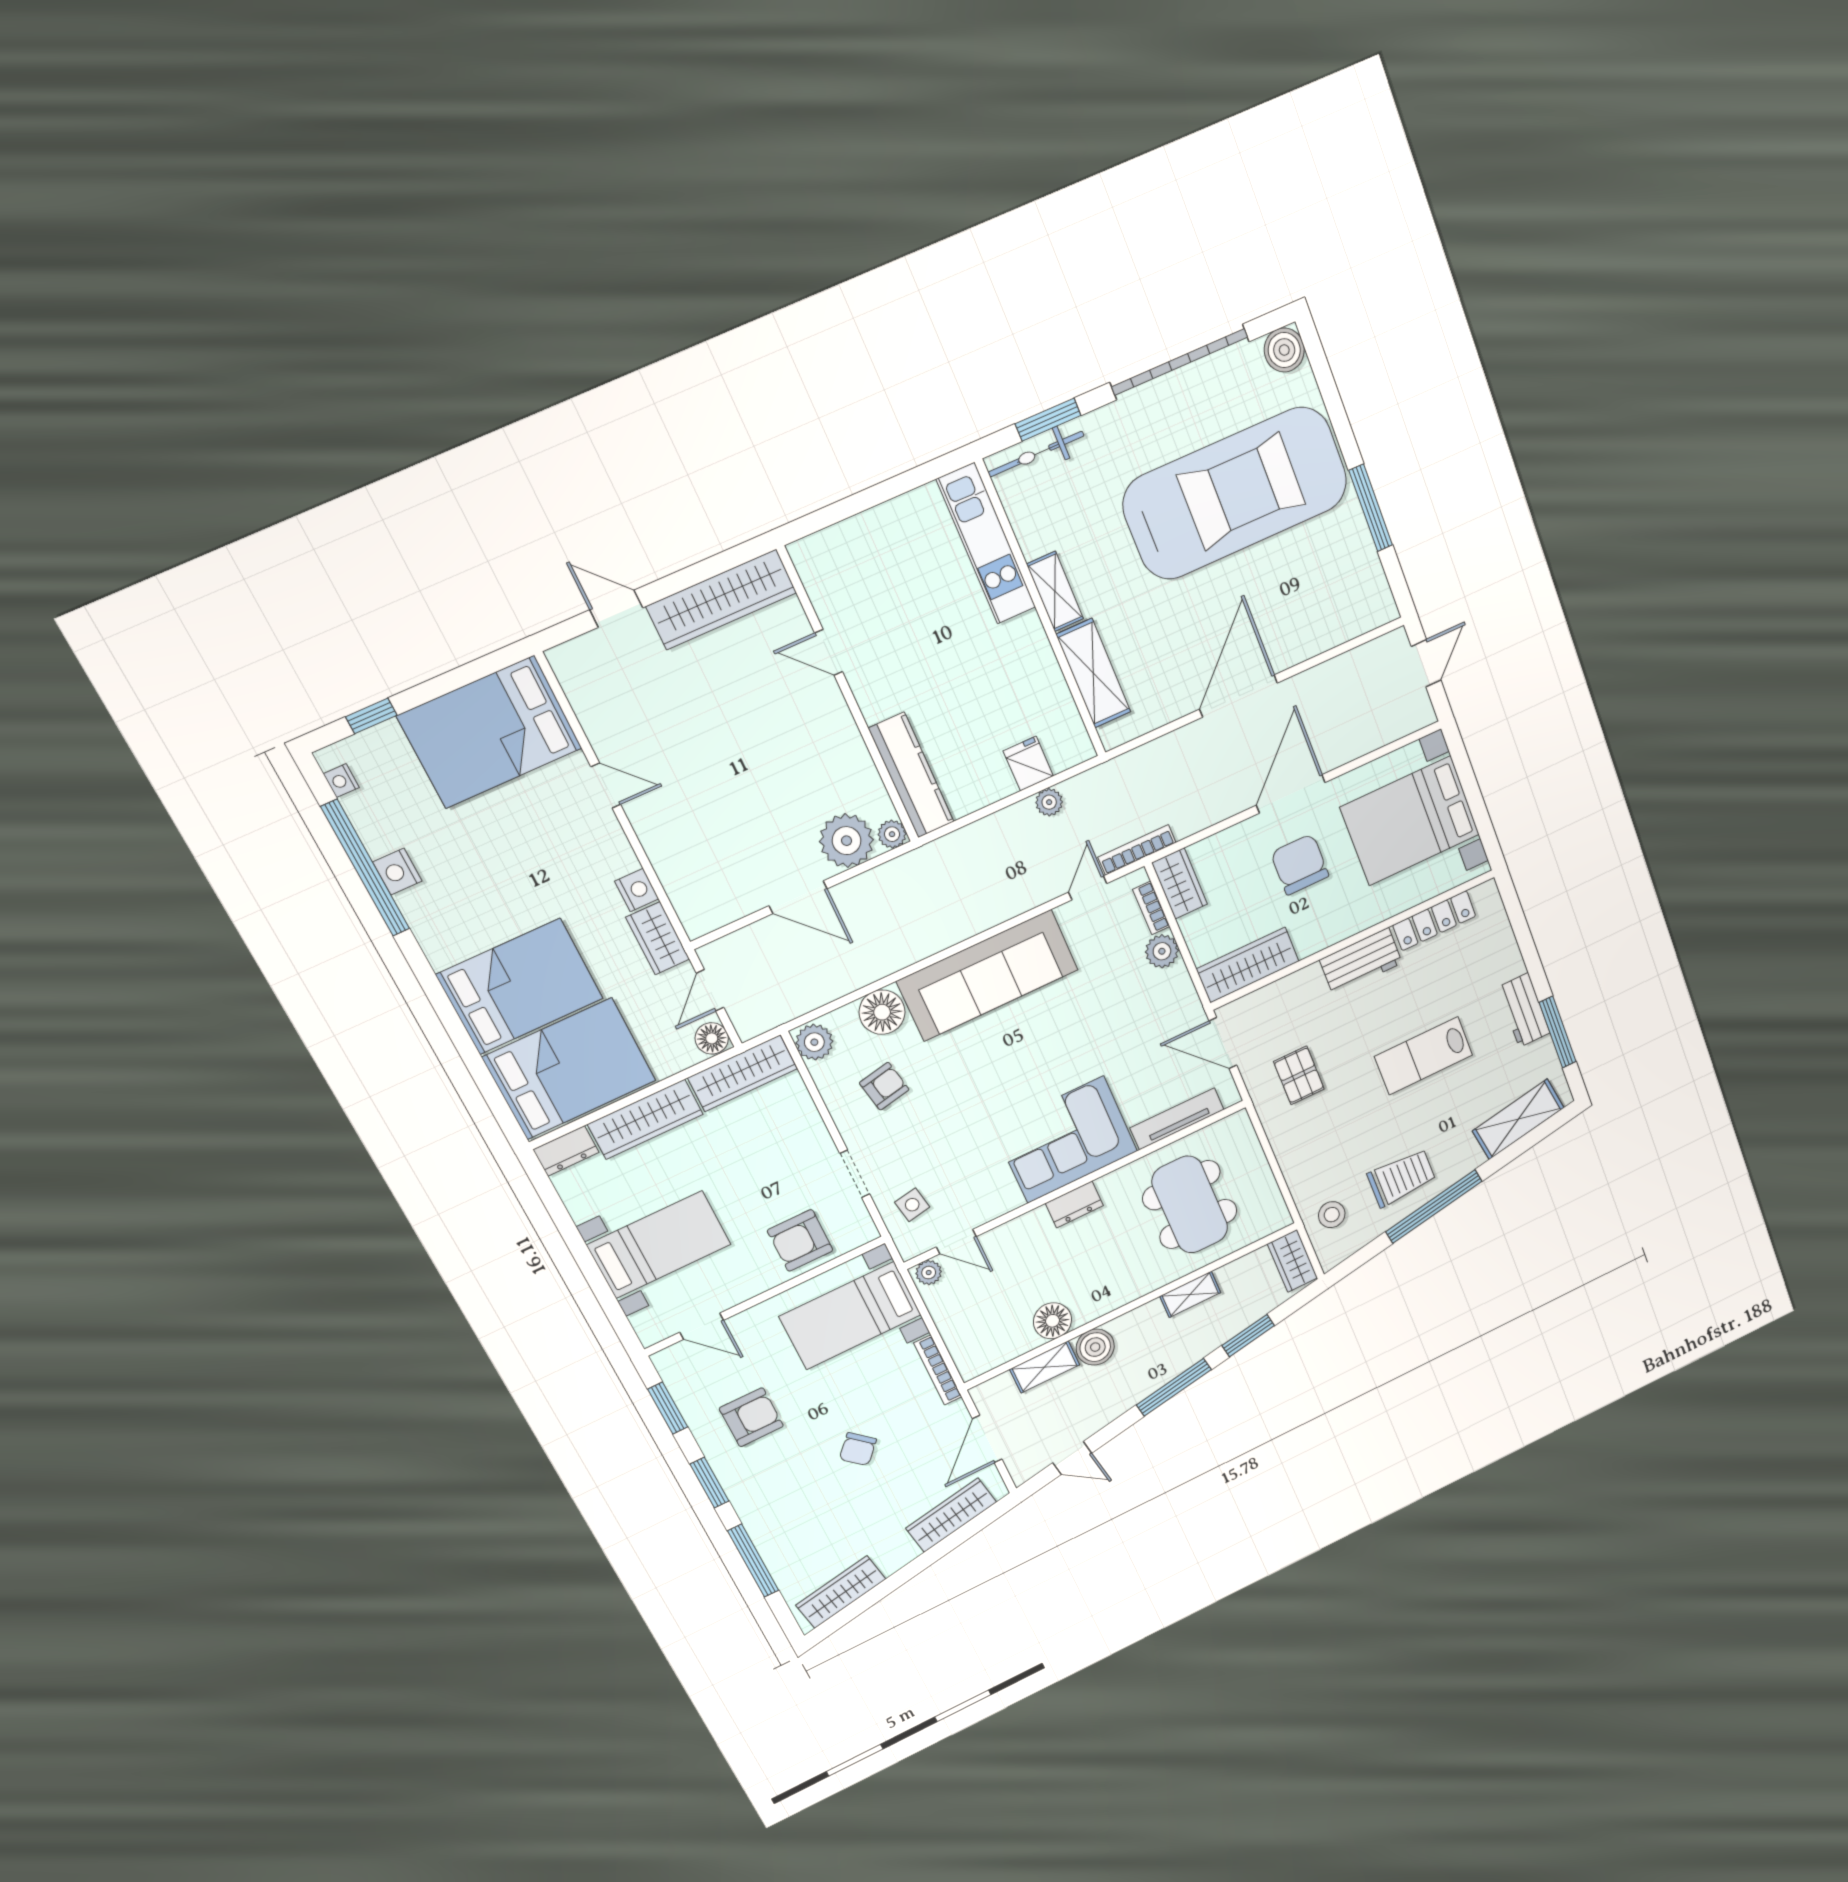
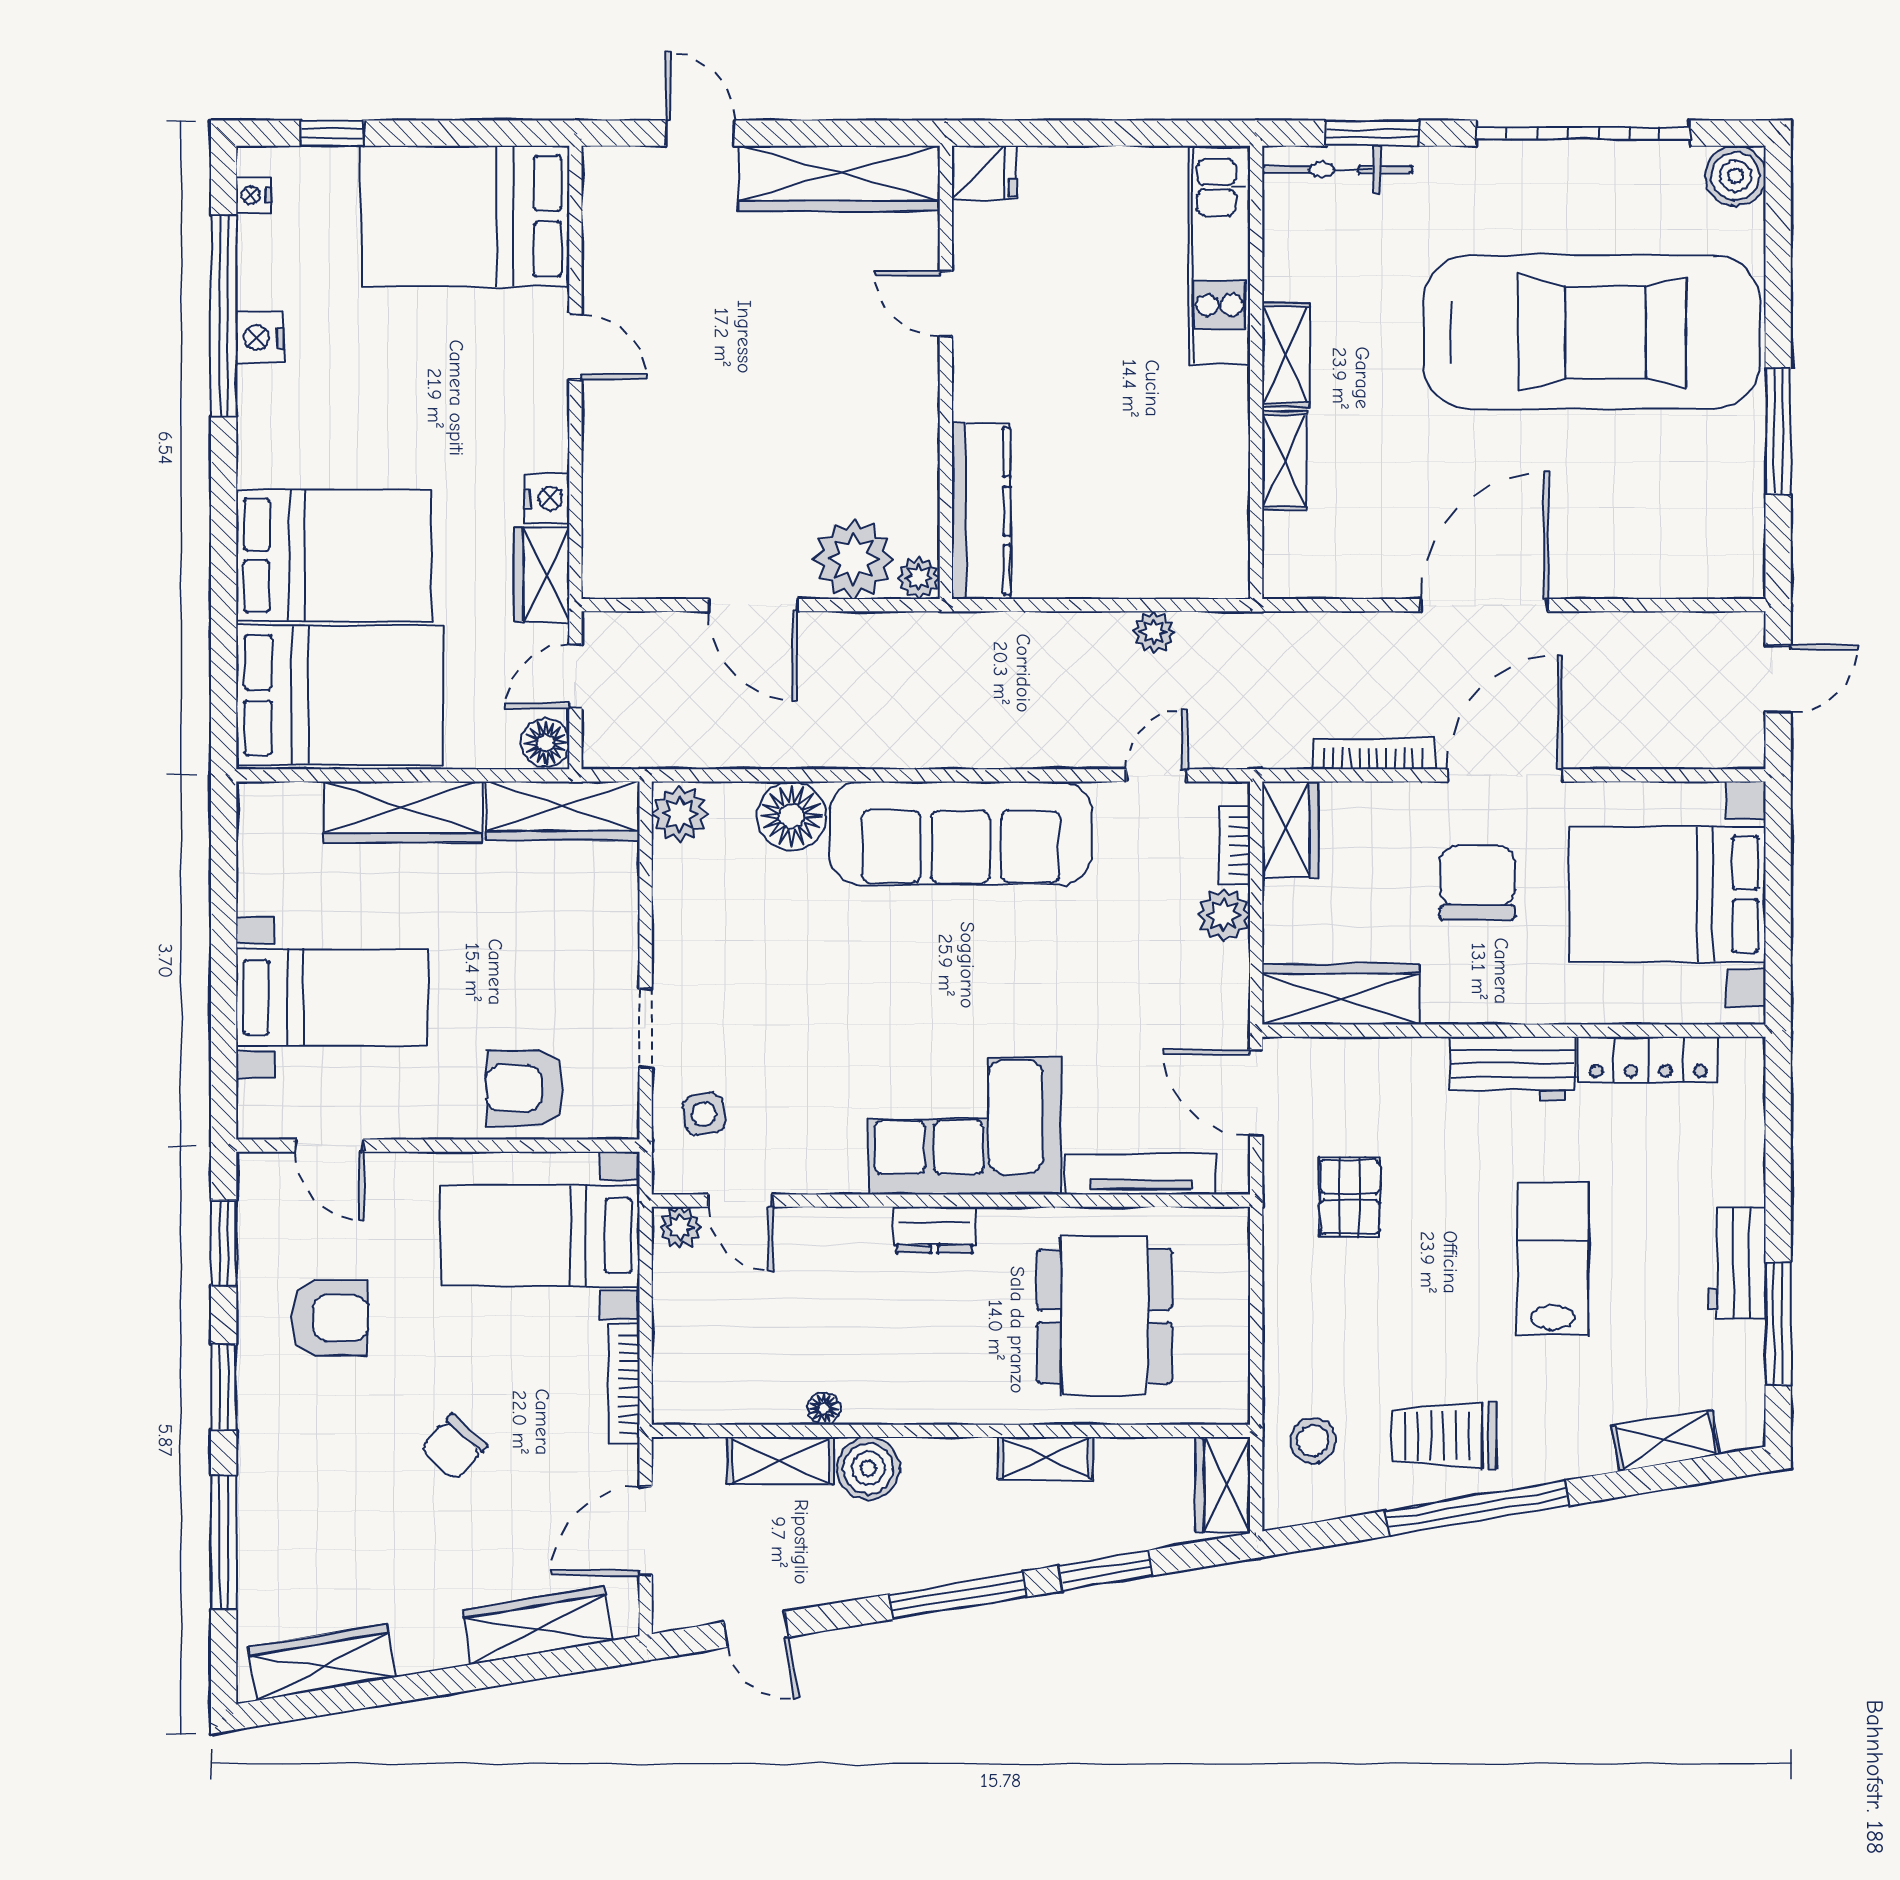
shelving: (1093, 673) -> (1284, 461), width x0.67, depth x0.75
fridge: (1028, 764) -> (984, 173), moved, turned 90
bookcase: (1137, 850) -> (1373, 754), moved
lab bench: (1423, 1056) -> (1553, 1259), turned 90
armchair: (884, 1086) -> (745, 922), removed
shelving: (1518, 1119) -> (1666, 1440), width x0.67, depth x0.75
dresser: (566, 1151) -> (278, 805), removed
trolley: (1401, 1178) -> (1444, 1436), turned 180
floor lamp: (1052, 1321) -> (824, 1408), width x0.53, depth x0.53

